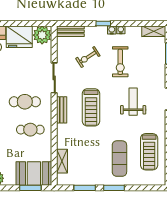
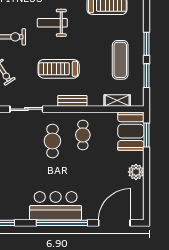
treadmill: (91, 107) -> (59, 69), turned 180
bench: (62, 110) -> (72, 101), moved
exercise mat: (119, 159) -> (120, 60), moved, turned 90

